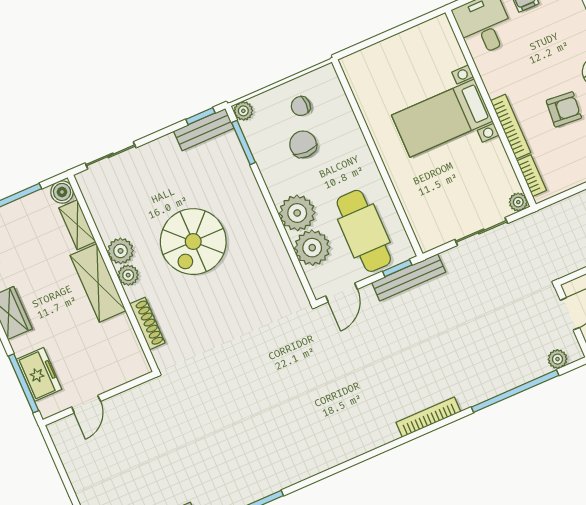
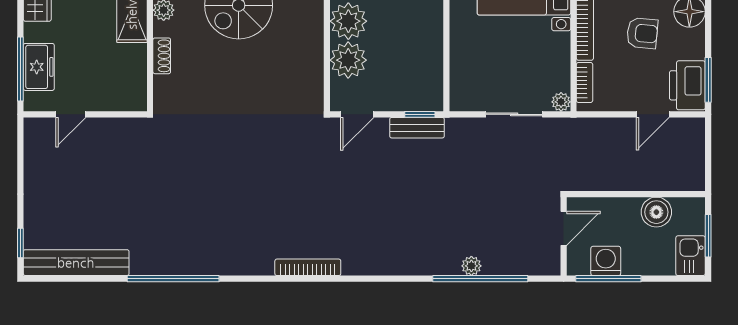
cafe table: (364, 231) -> (404, 65), removed
bench: (409, 277) -> (417, 128), width x0.73
shoe rack: (147, 323) -> (162, 56), width x0.70
plant: (558, 359) -> (471, 266), moved
bookcase: (428, 417) -> (308, 267), moved

